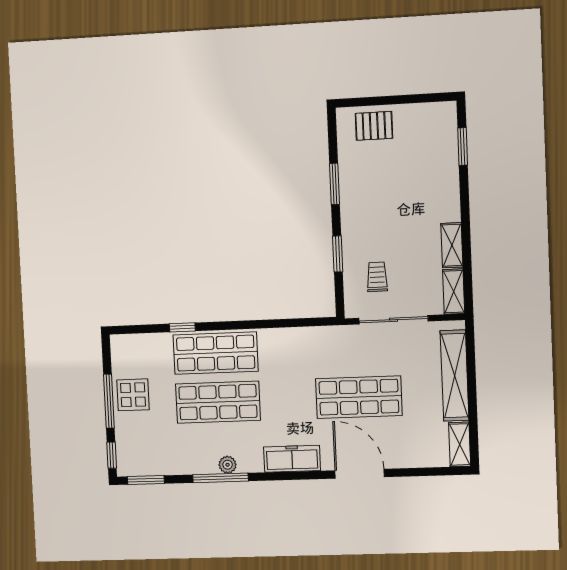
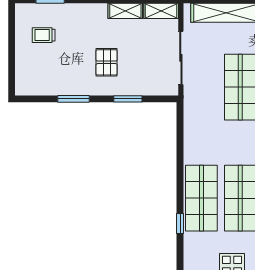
pallet: (374, 126) -> (107, 62), moved
trolley: (377, 277) -> (44, 35), moved

